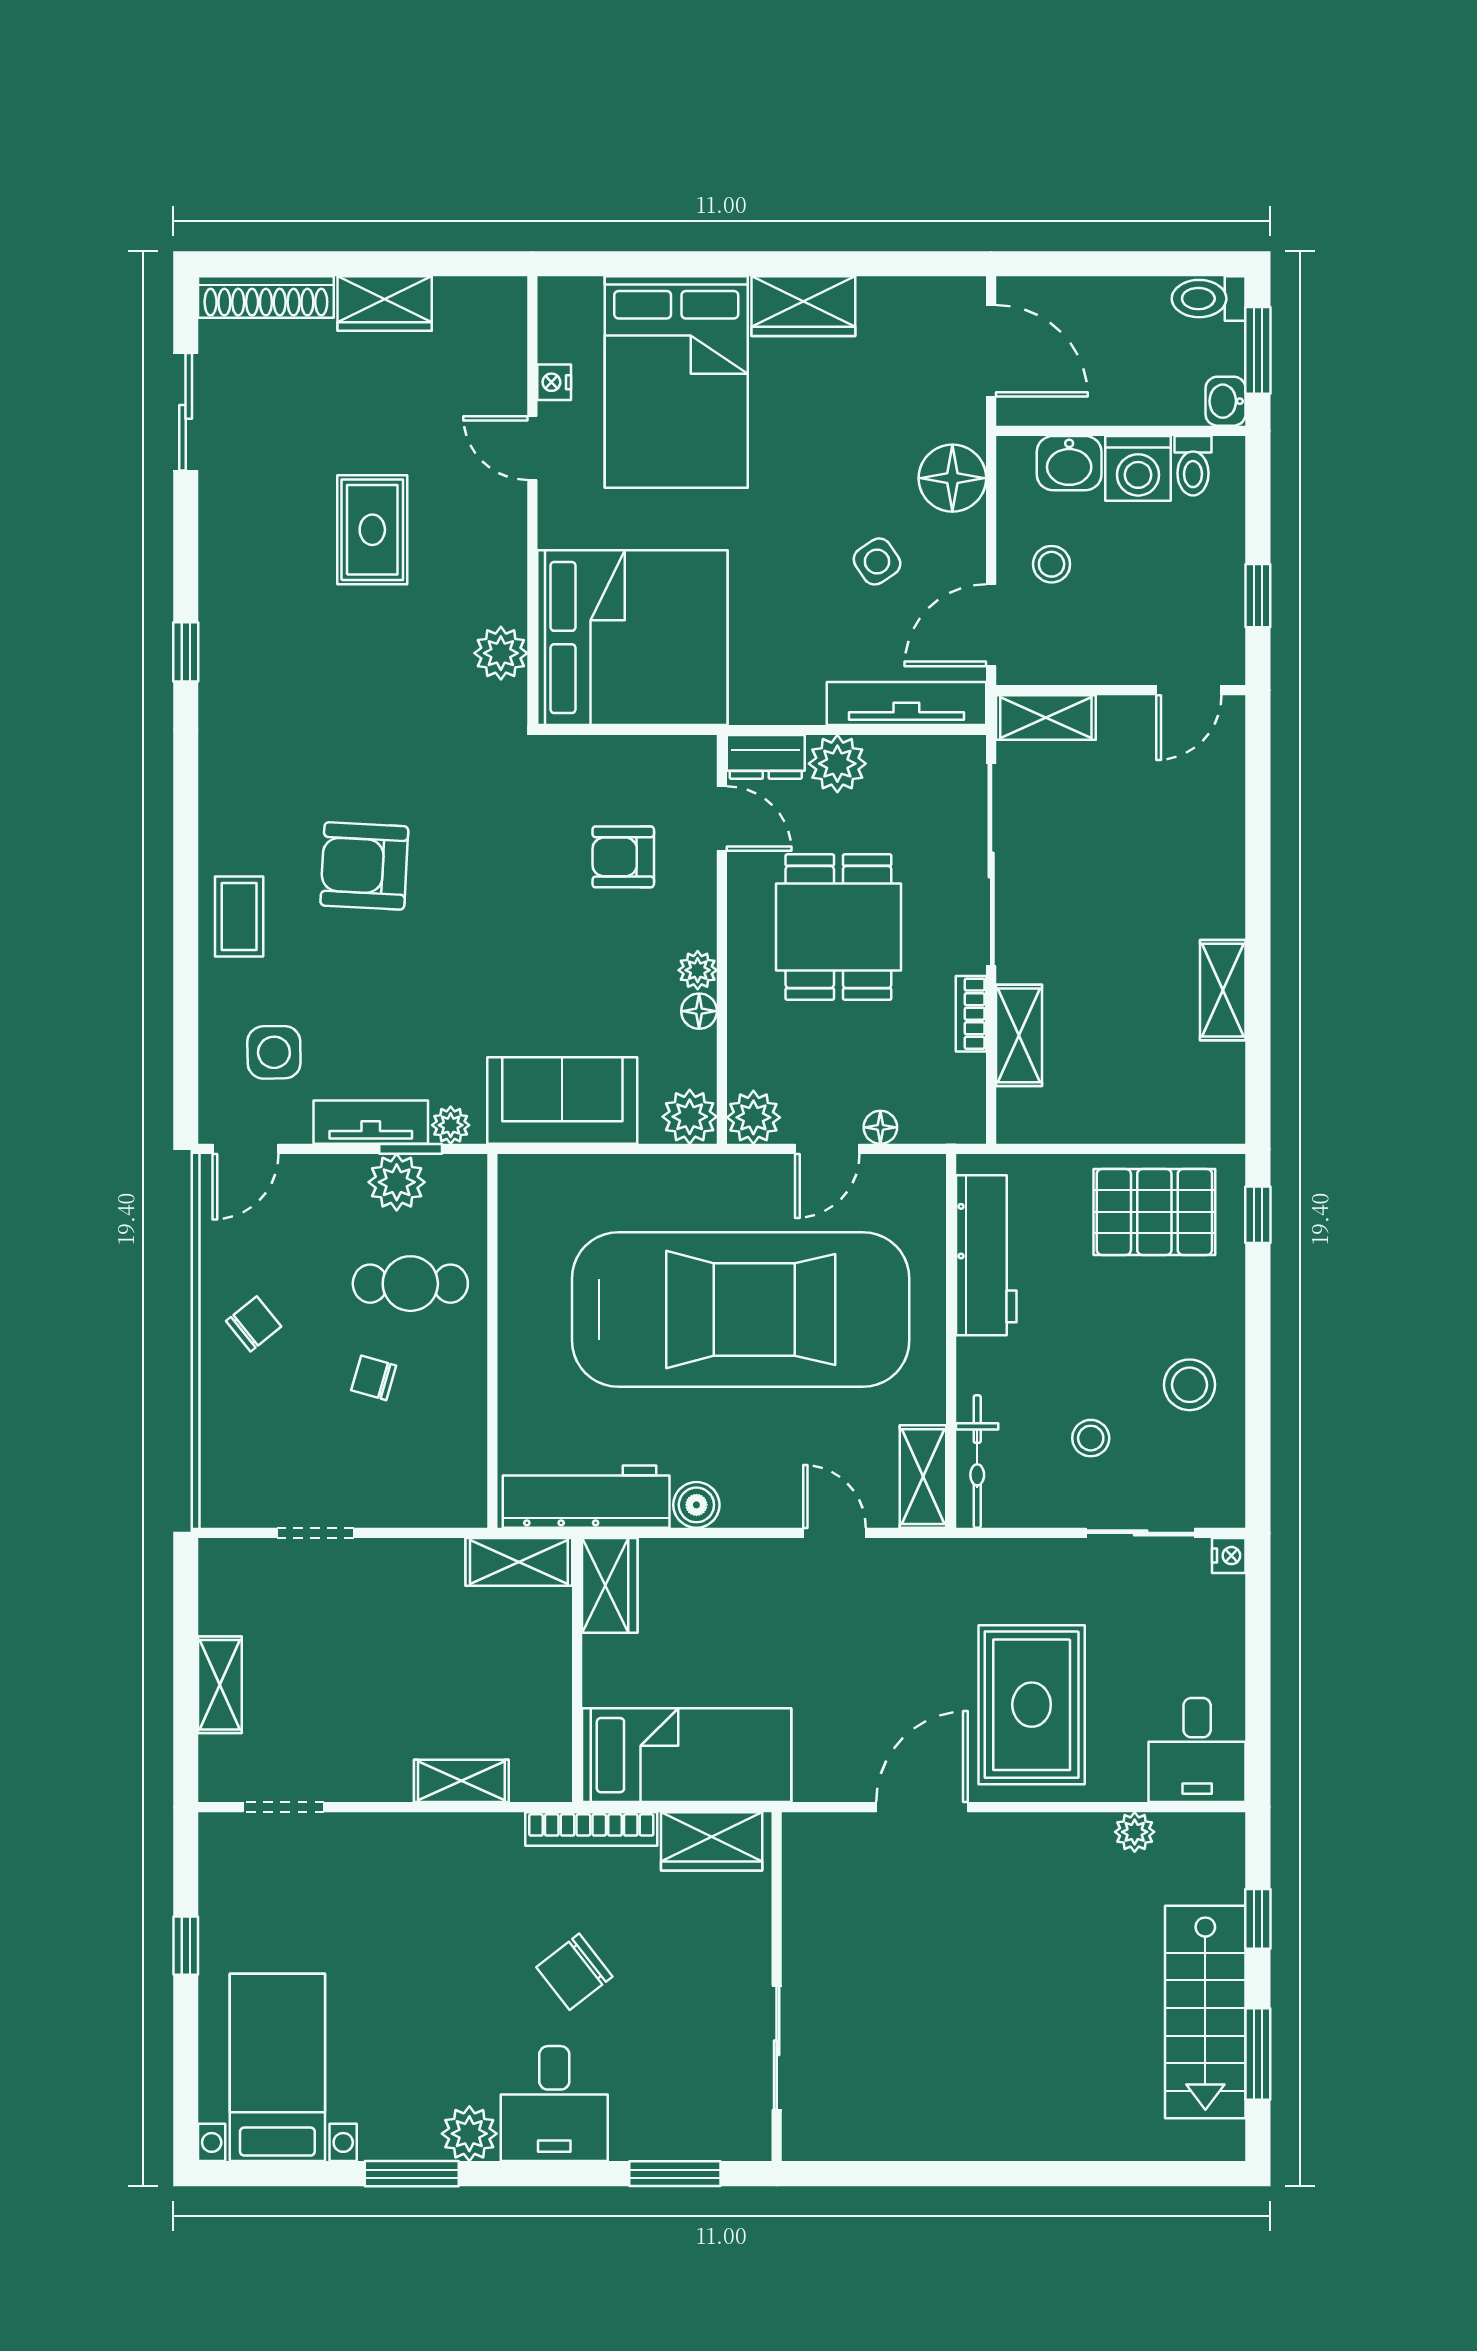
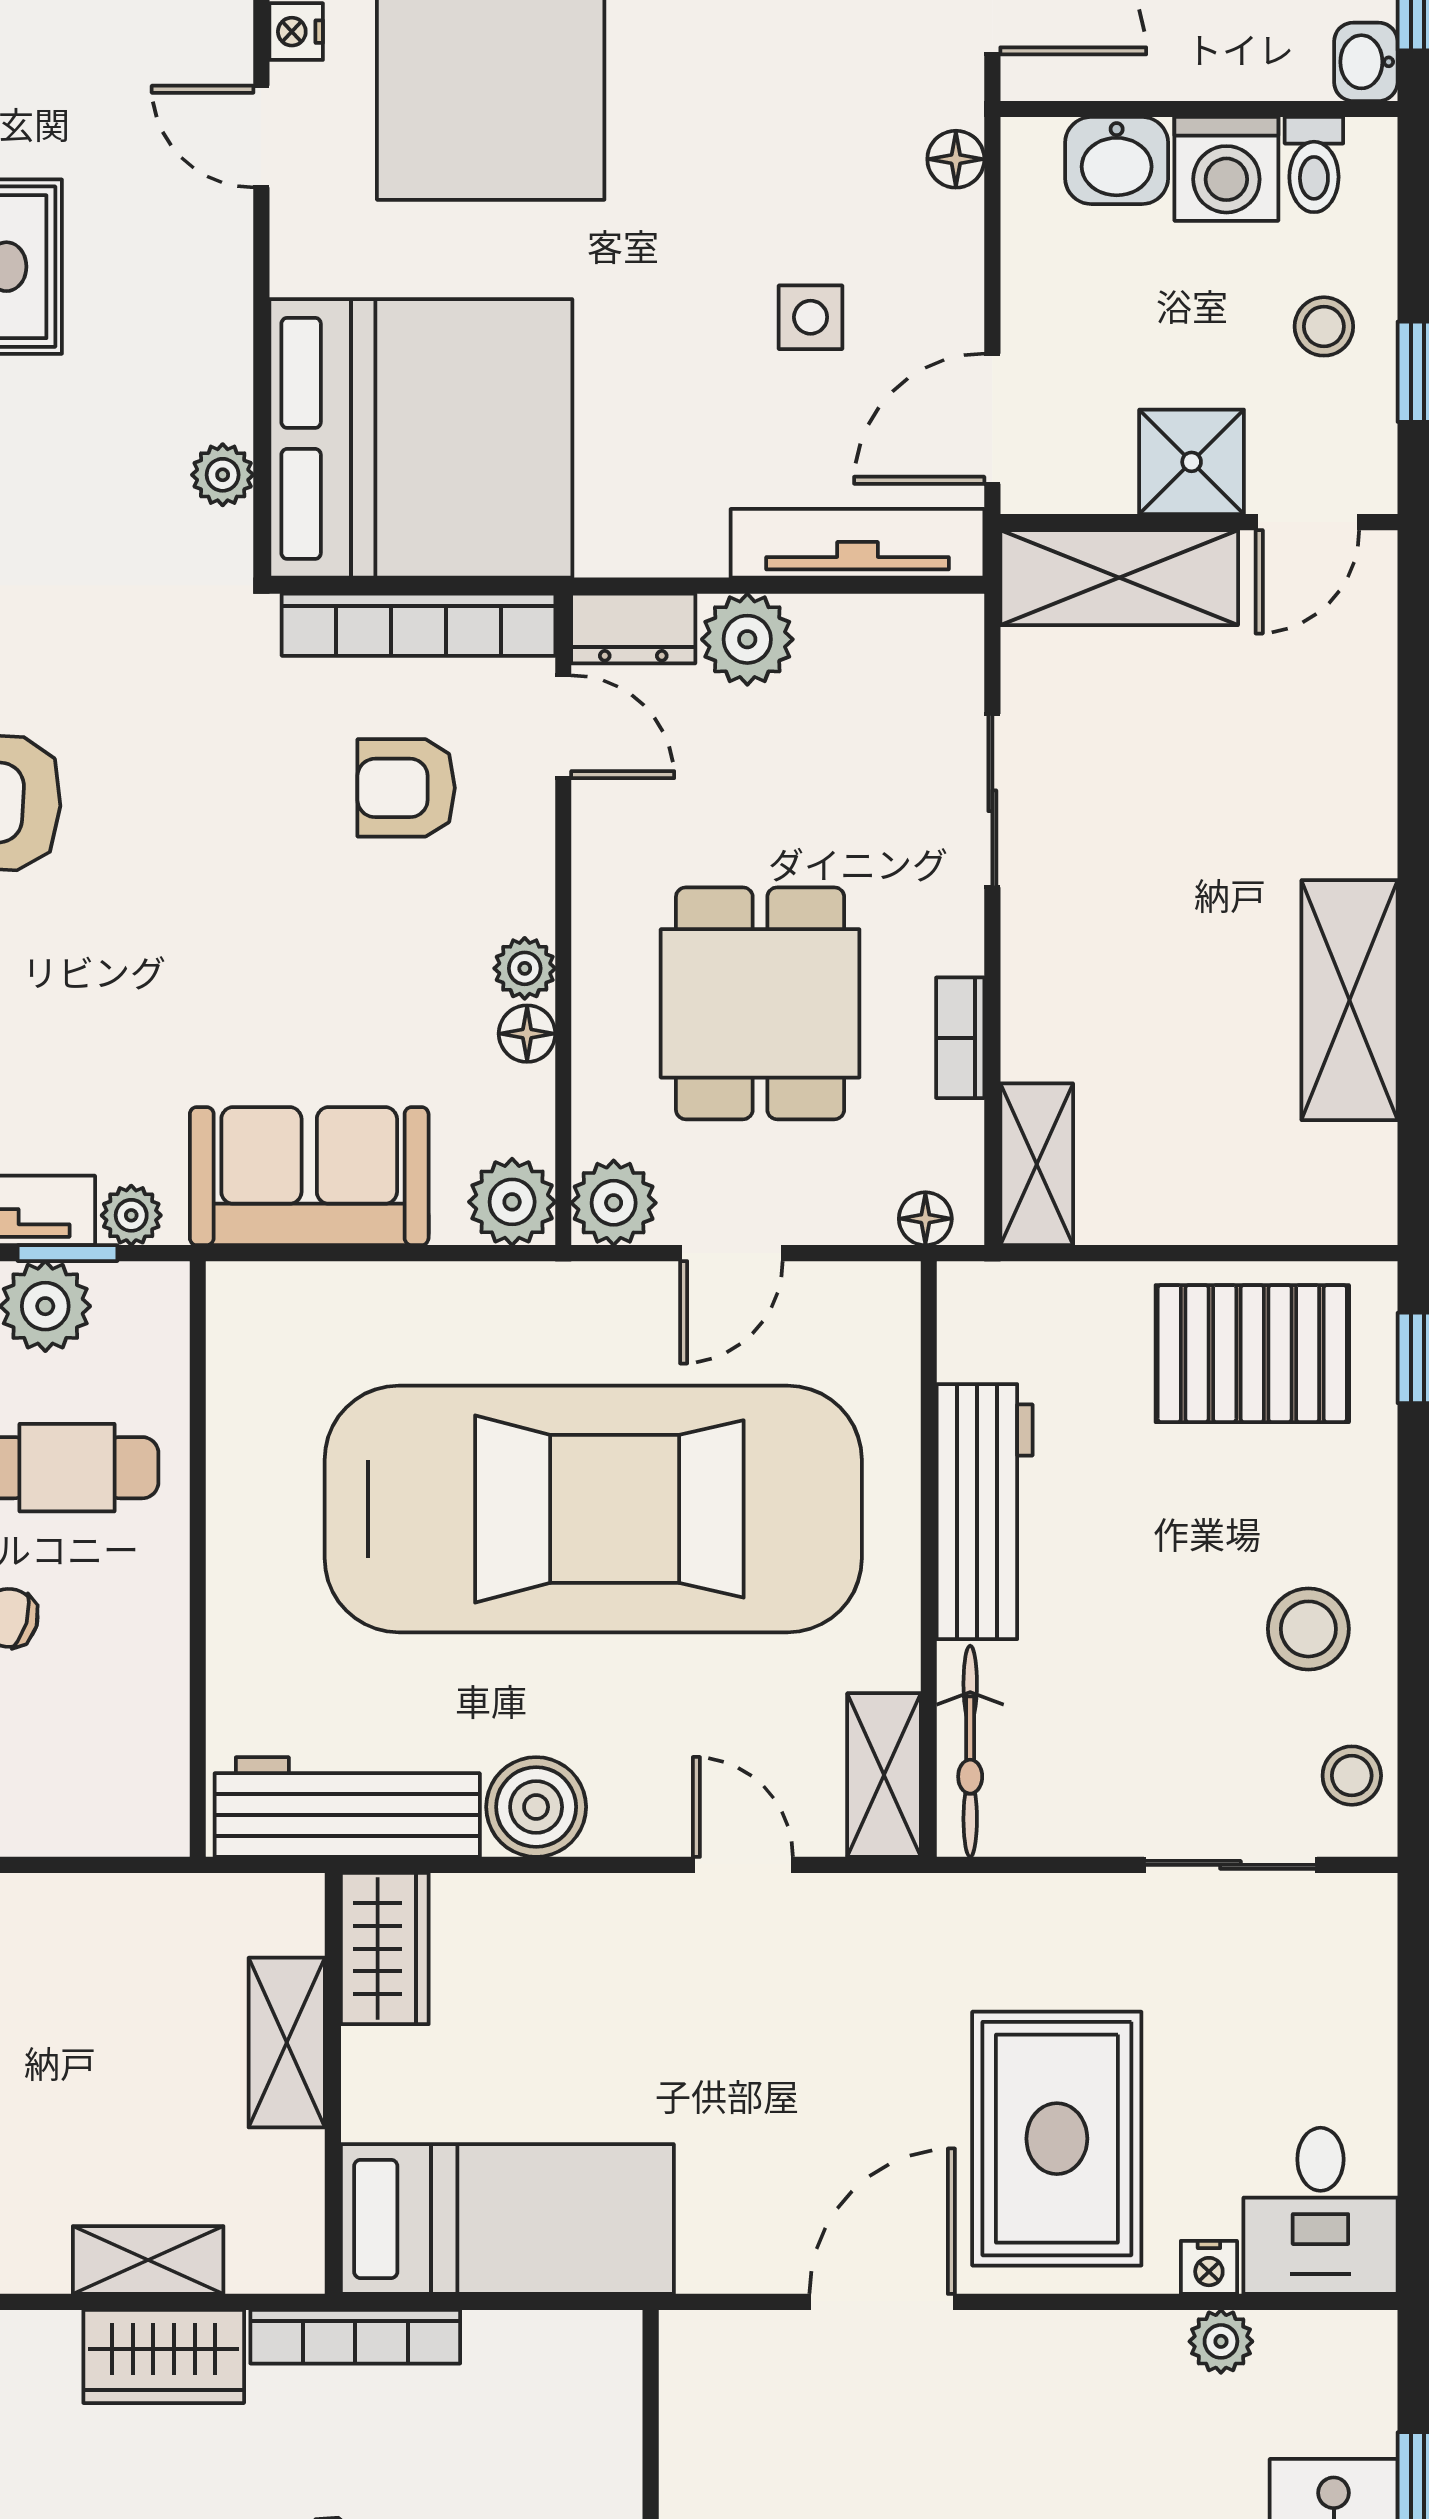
floor lamp: (952, 478) -> (956, 159), width x0.53, depth x0.53
side table: (877, 561) -> (811, 317), turned 34
stool: (1052, 564) -> (1324, 326), moved
shower: (1116, 652) -> (1192, 462), added
plant: (501, 653) -> (223, 475), width x0.73, depth x0.73
shelving: (1046, 717) -> (1119, 578), width x1.50, depth x1.33
bookcase: (631, 754) -> (418, 625), added
sliding door: (991, 865) -> (992, 801), width x0.54
dining table: (838, 927) -> (760, 1003), moved
shelving: (1223, 990) -> (1349, 1000), width x1.50, depth x1.33
shelving: (1019, 1035) -> (1037, 1164), moved
floor lamp: (880, 1127) -> (925, 1219), moved
workbench: (986, 1255) -> (985, 1512), moved
stool: (1091, 1438) -> (1352, 1776), moved
boiler: (696, 1505) -> (536, 1807), width x1.36, depth x1.36
nightstand: (1229, 1556) -> (1209, 2267), moved, turned 90
shelving: (519, 1562) -> (287, 2043), moved, turned 90
wardrobe: (712, 1841) -> (164, 2356), moved

